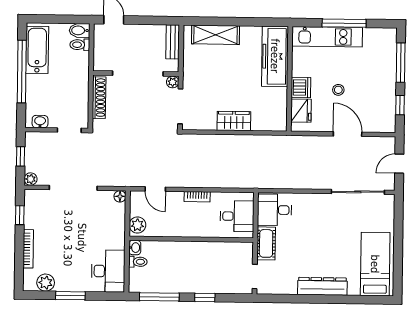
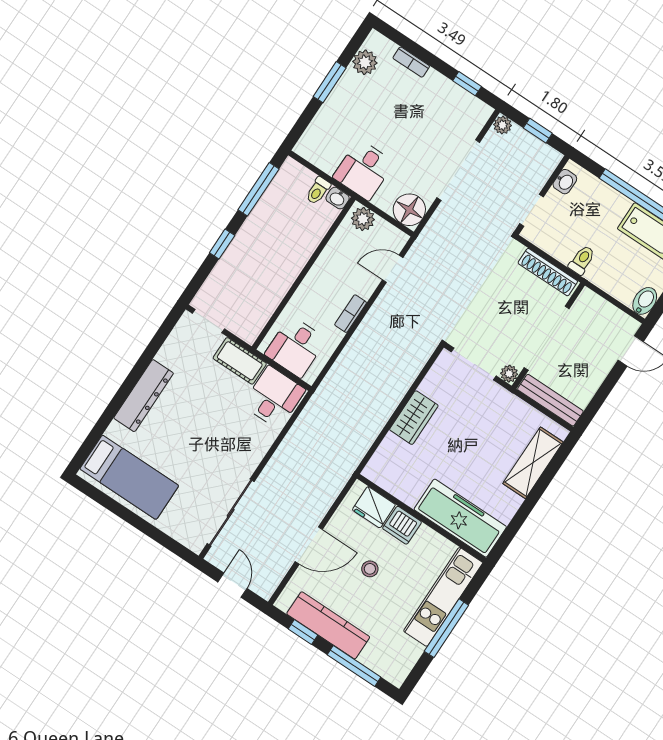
bench: (173, 42) -> (550, 400), width x1.36
toilet: (80, 45) -> (582, 260), moved
kitchen counter: (387, 93) -> (328, 625), added
floor lamp: (120, 196) -> (409, 210), width x1.89, depth x1.89
bookcase: (28, 249) -> (411, 62), width x0.64
desk: (108, 271) -> (364, 170), moved, width x0.73

